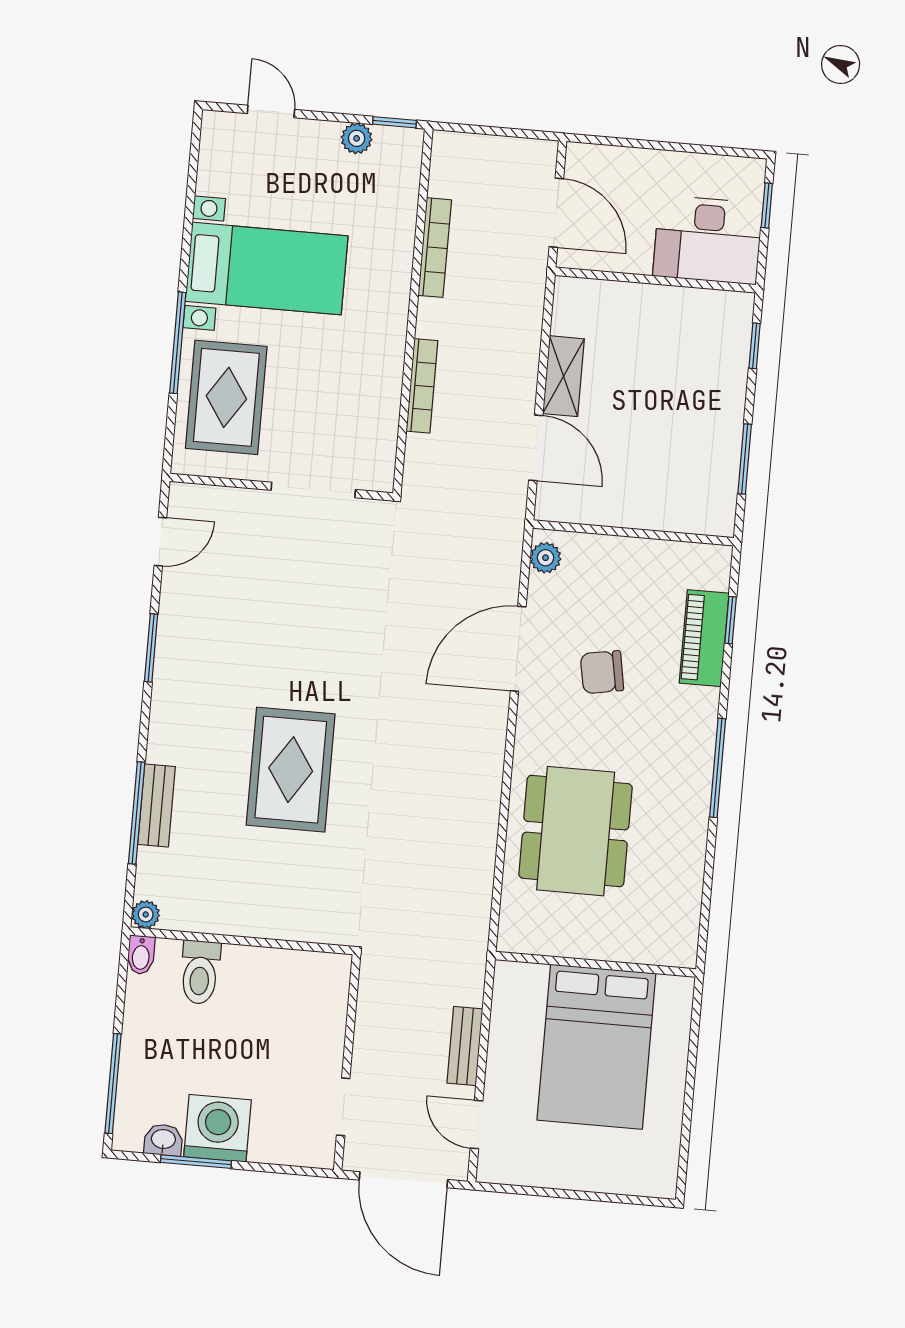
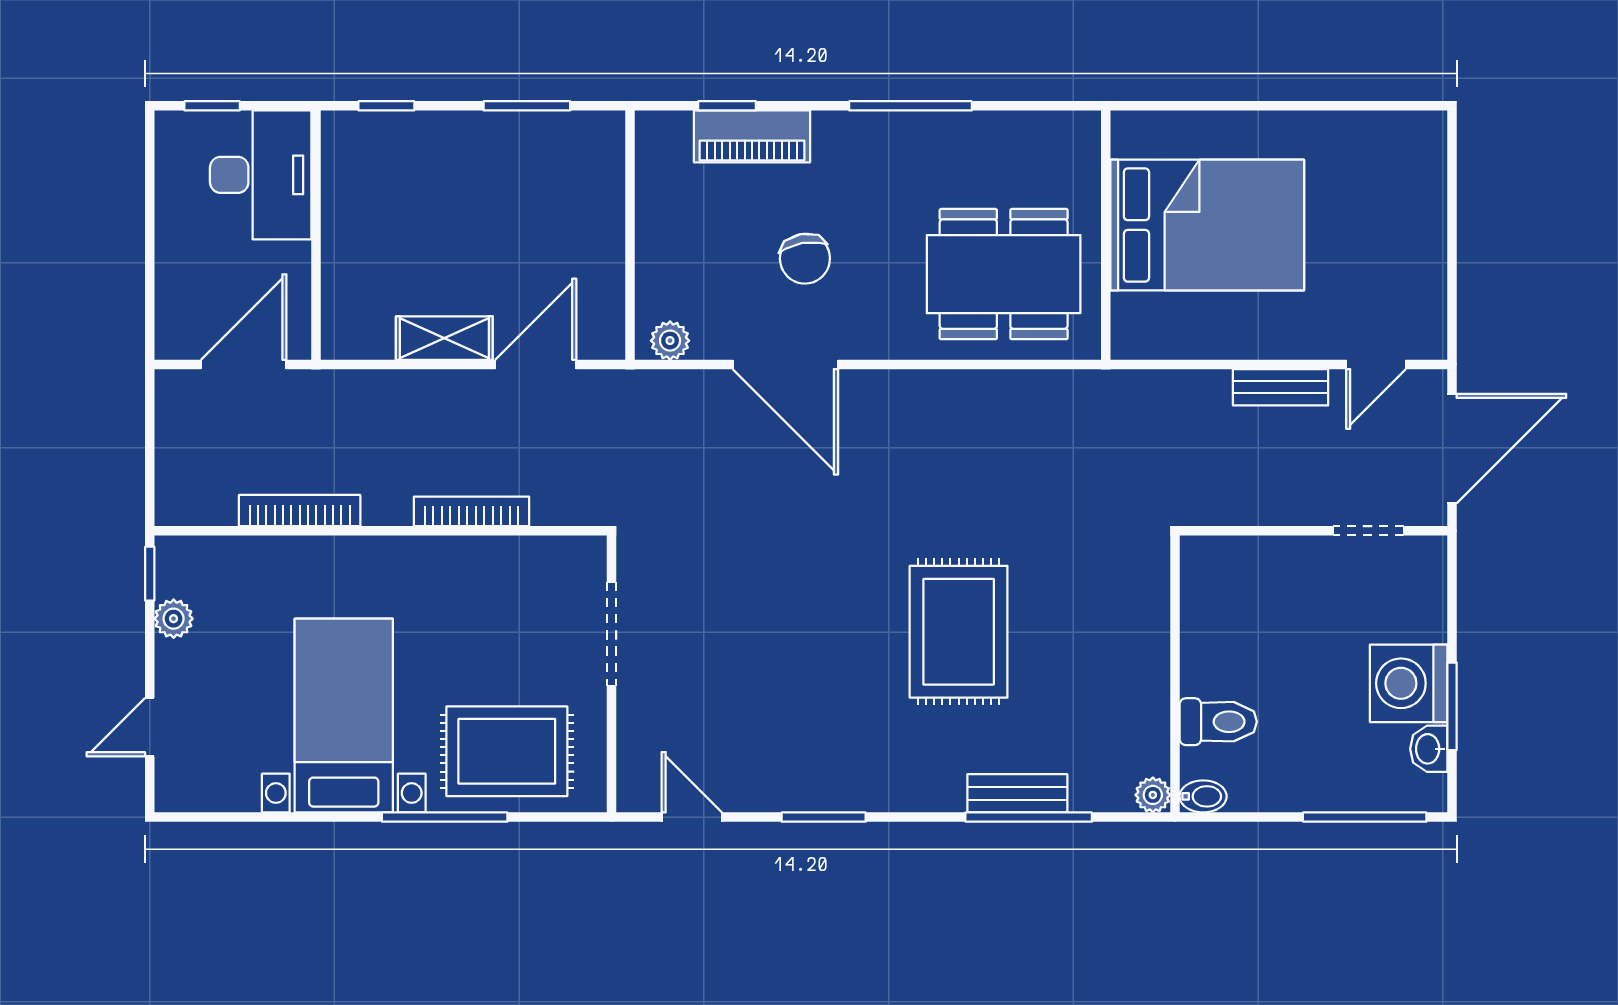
rug: (291, 770) -> (959, 632), turned 90
wall: (596, 964) -> (1106, 235), moved
bed: (596, 1047) -> (1207, 225), moved

